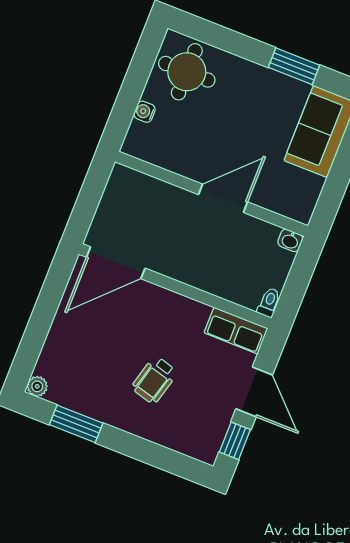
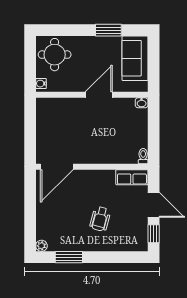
wall: (212, 194) -> (92, 95), moved
door: (223, 198) -> (99, 95), moved
washbasin: (290, 240) -> (142, 103), moved

